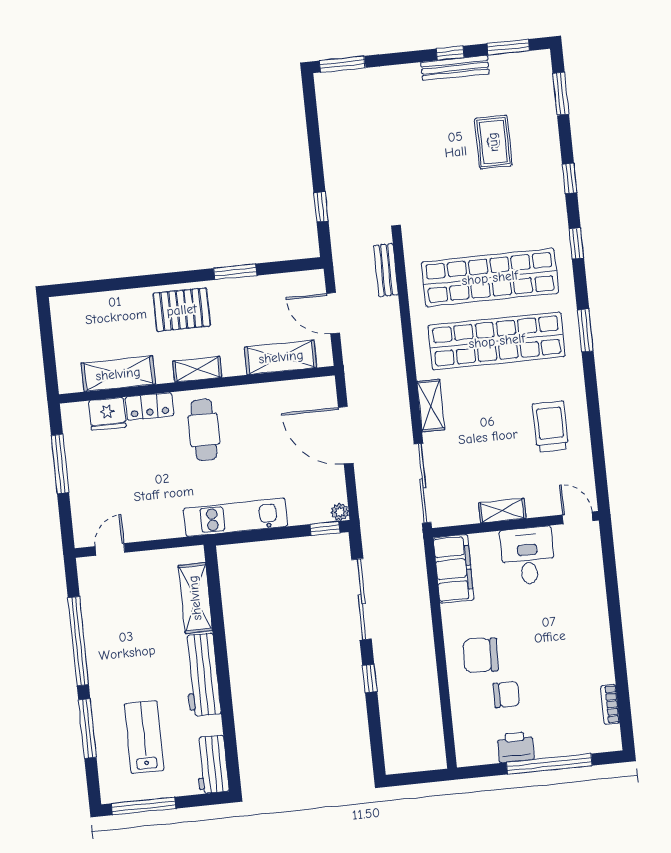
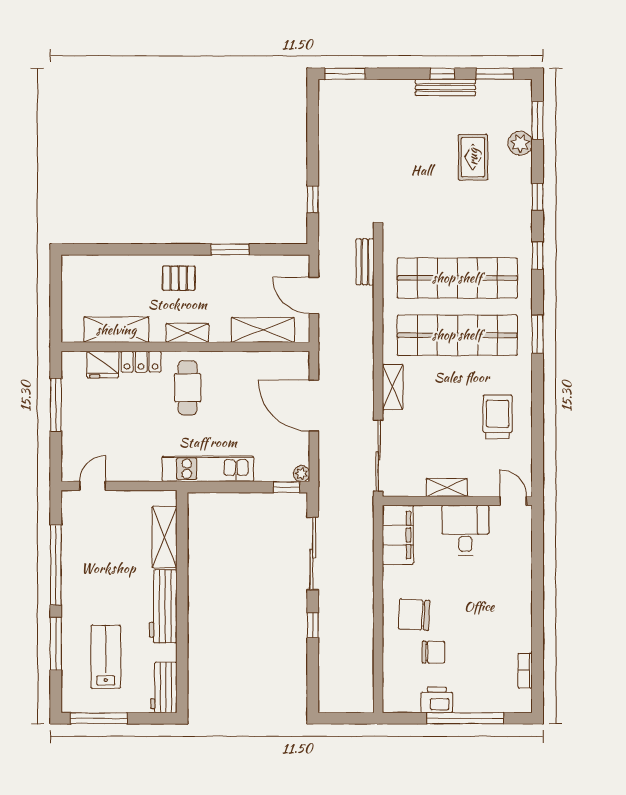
plant: (544, 121) -> (520, 143), added
pallet: (182, 310) -> (179, 278), width x0.67, depth x0.71

